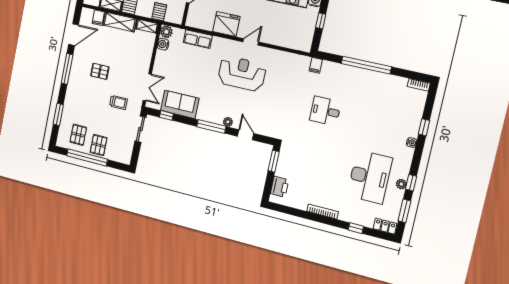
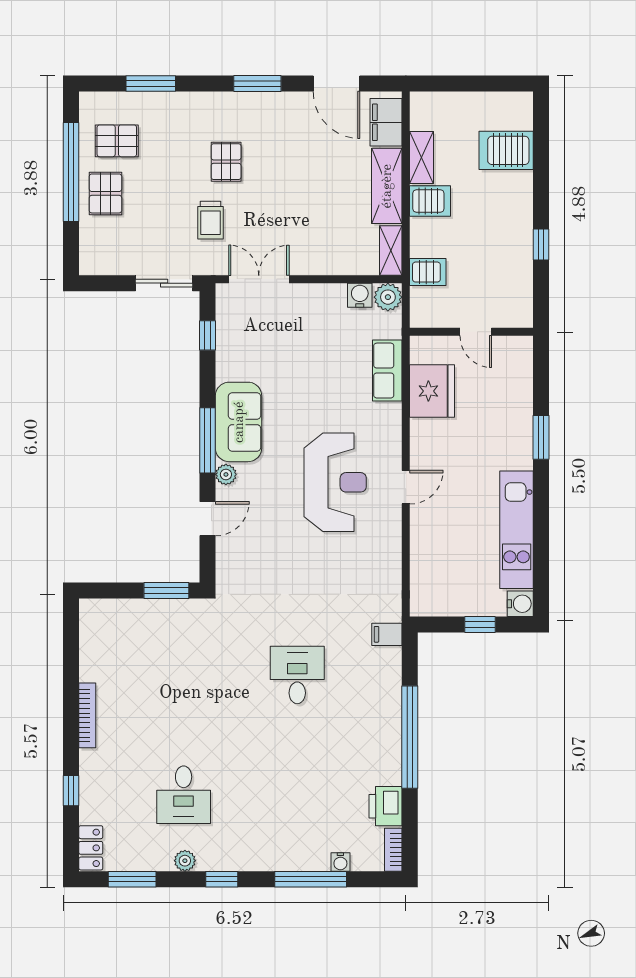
filing cabinet: (98, 18) -> (386, 122), width x2.00
fridge: (226, 24) -> (432, 391), moved
door: (251, 42) -> (406, 487), hinge flipped
window: (67, 69) -> (257, 84), width x0.69
pallet: (100, 71) -> (226, 162), moved
double door: (147, 87) -> (259, 279), swing flipped
sofa: (180, 104) -> (239, 422), moved
window: (424, 127) -> (311, 879), width x2.17
water cooler: (412, 142) -> (340, 862), moved
pallet: (99, 145) -> (105, 193), turned 90
desk: (370, 177) -> (184, 795), width x0.53, depth x0.77
window: (411, 183) -> (222, 879), moved
printer: (280, 187) -> (386, 806), moved, turned 90

